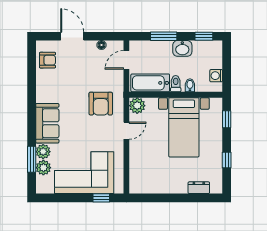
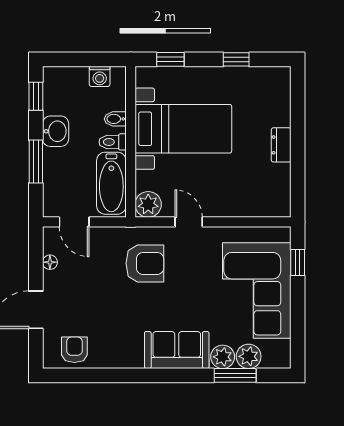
dresser: (199, 188) -> (281, 145), moved

